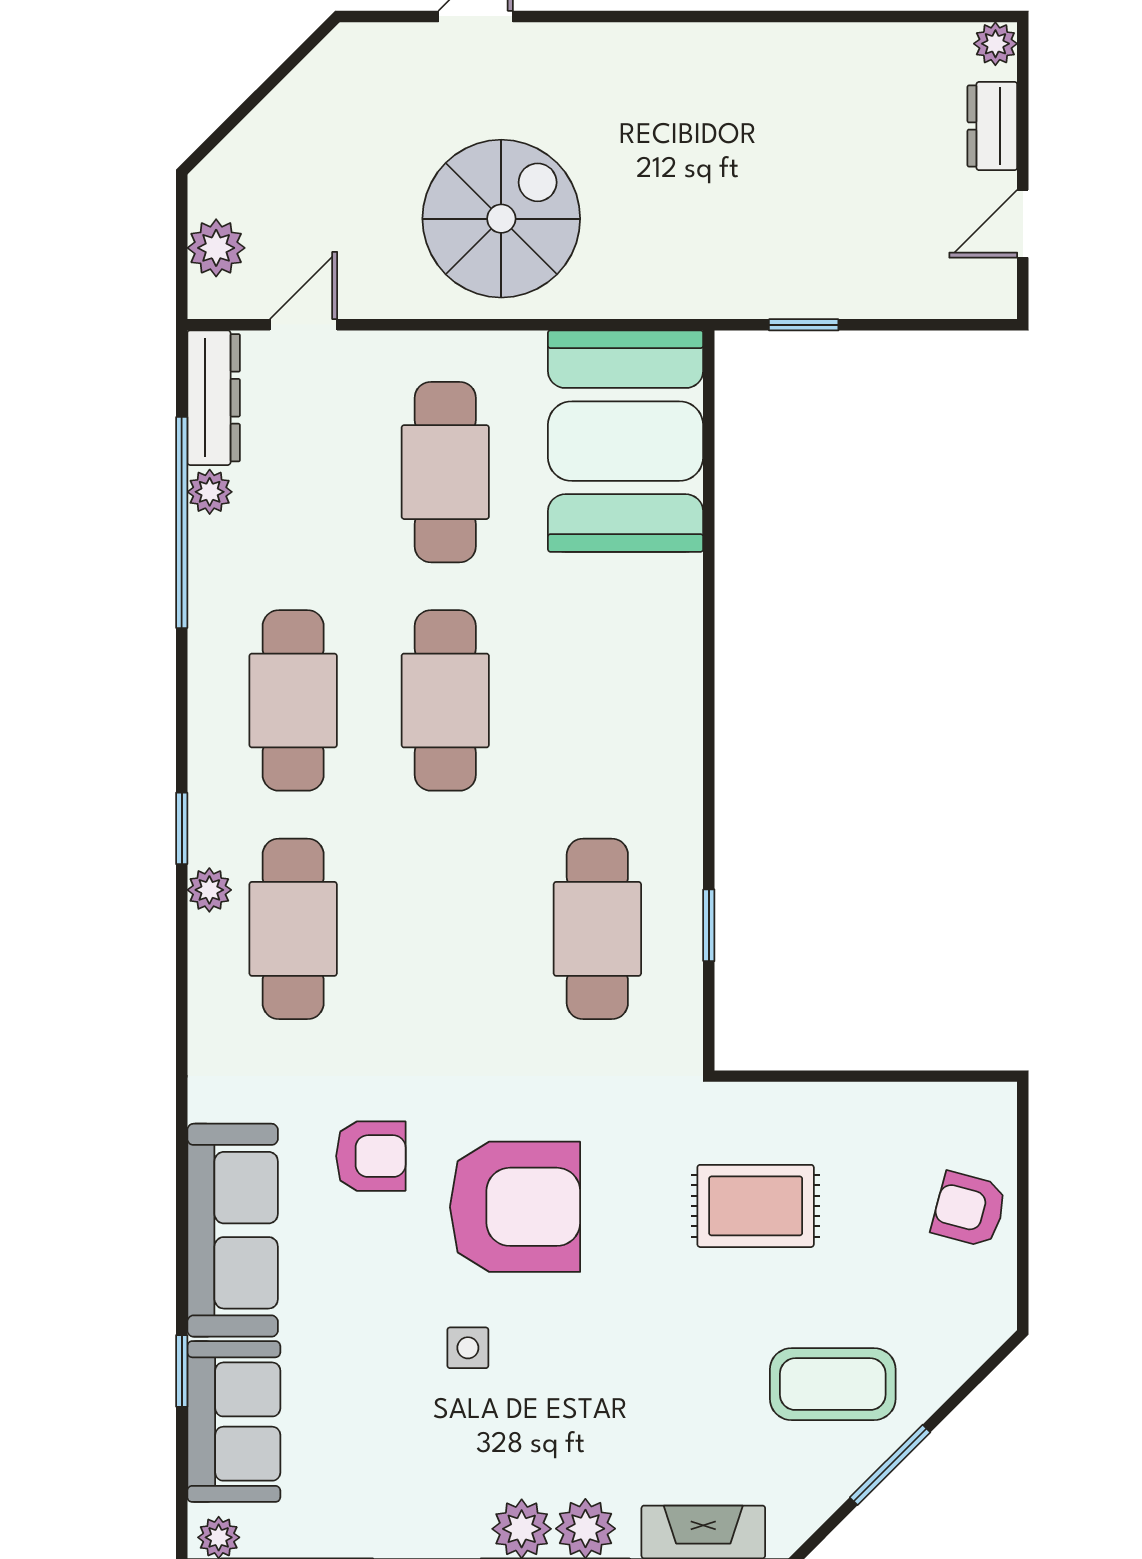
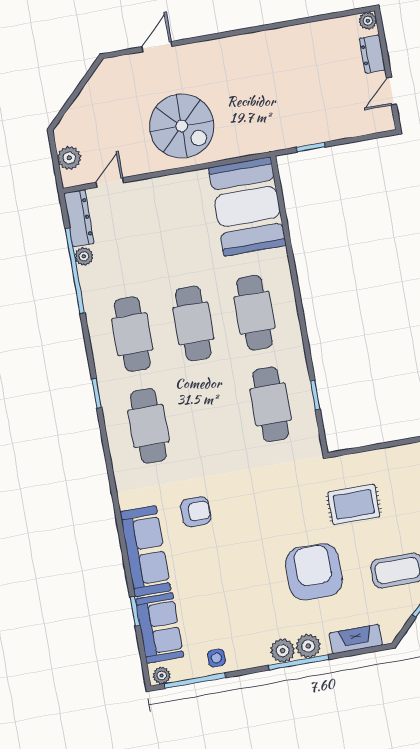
spiral stairs: (501, 219) -> (182, 126), turned 90
cafe table: (445, 472) -> (254, 313), moved
plant: (209, 890) -> (112, 416), removed
armchair: (515, 1207) -> (314, 572), moved, turned -90
side table: (468, 1348) -> (216, 658), moved

